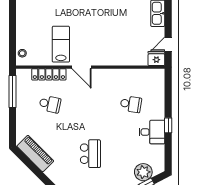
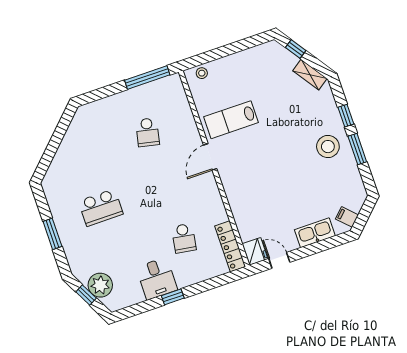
lab bench: (61, 44) -> (231, 120), turned 180
locker: (49, 74) -> (230, 246), moved
piano: (35, 154) -> (76, 135), removed

